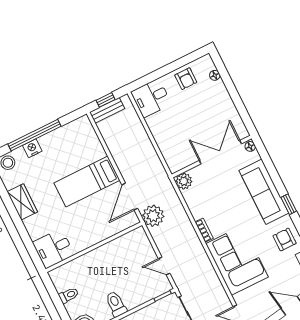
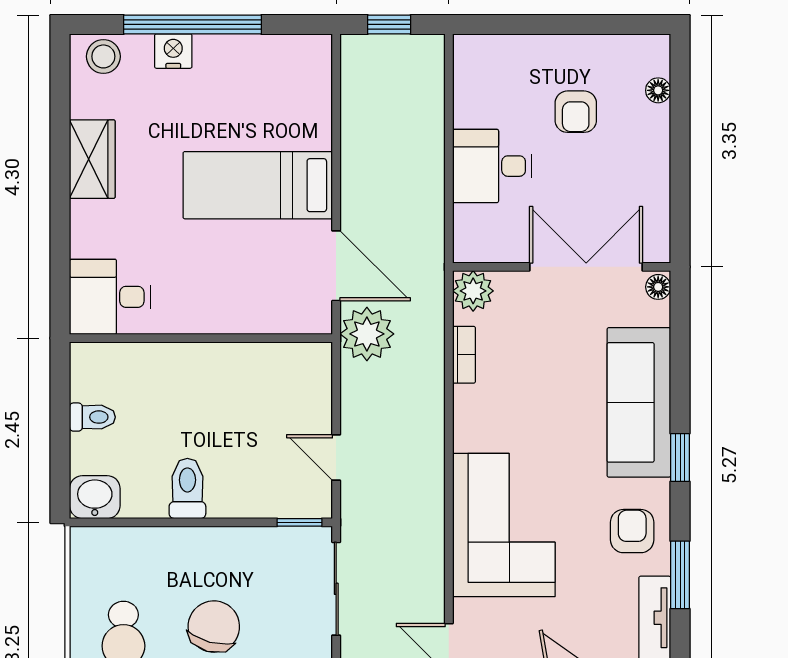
armchair: (186, 79) -> (576, 112), moved
desk: (151, 98) -> (492, 166), moved
bench: (107, 110) -> (381, 50), removed
door: (130, 197) -> (336, 266), swing flipped
bookcase: (204, 230) -> (464, 355), moved

